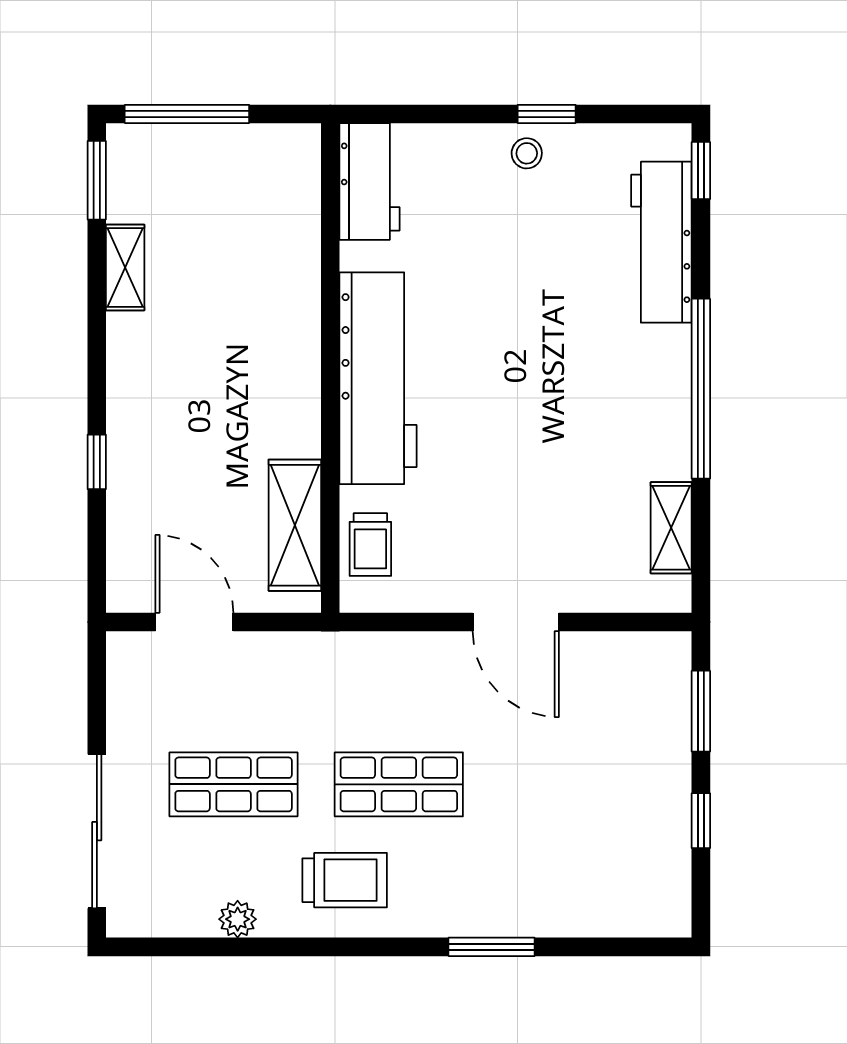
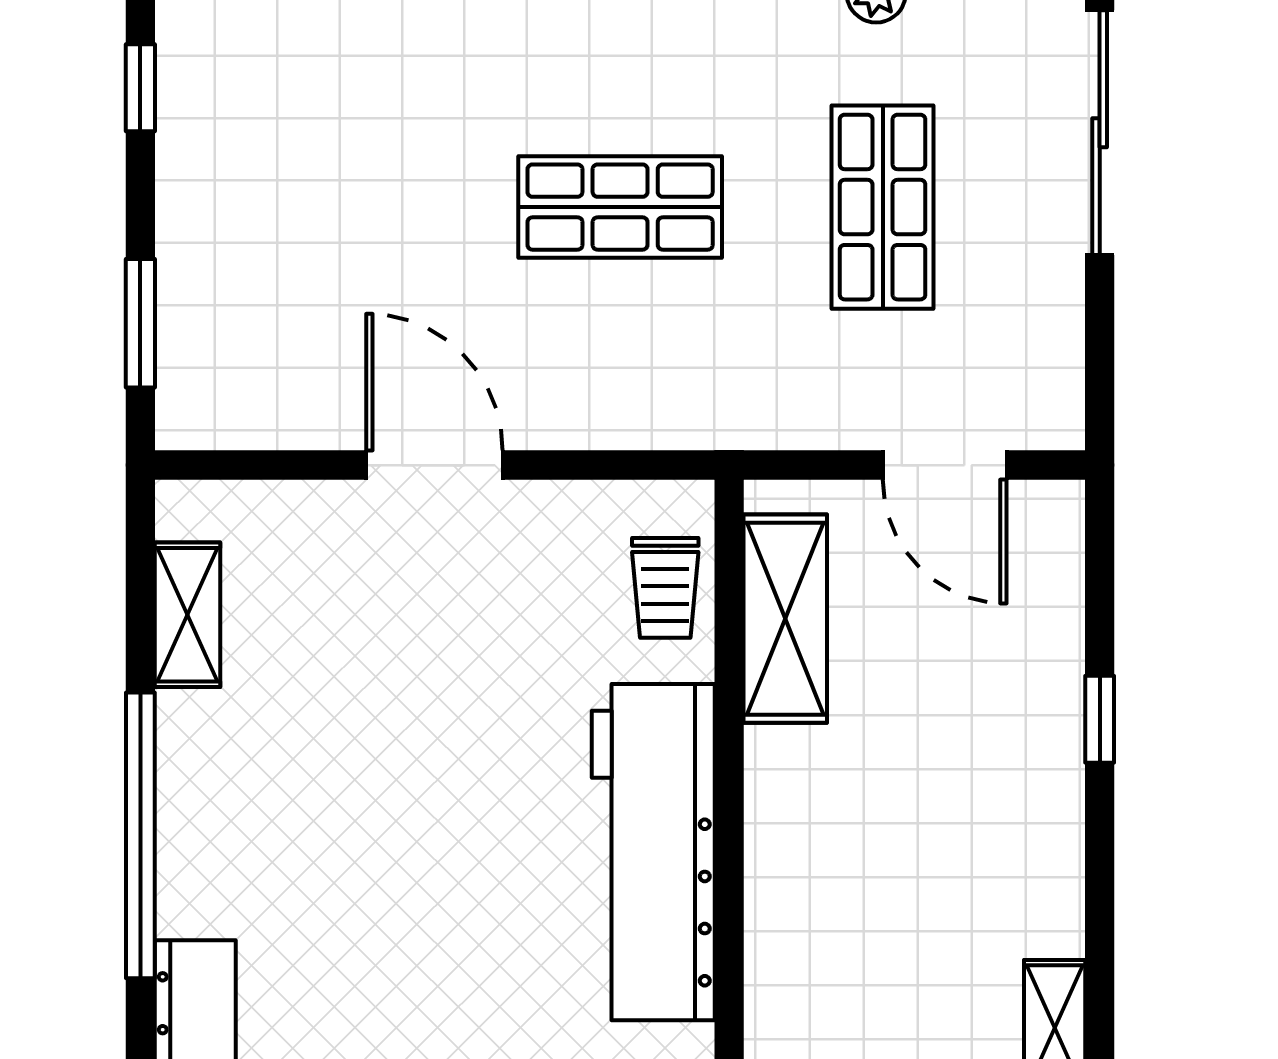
trolley: (370, 545) -> (665, 588), turned 180
shop shelf: (234, 784) -> (883, 207), turned 90
window: (701, 821) -> (140, 88), moved
trolley: (345, 880) -> (706, 55), removed

